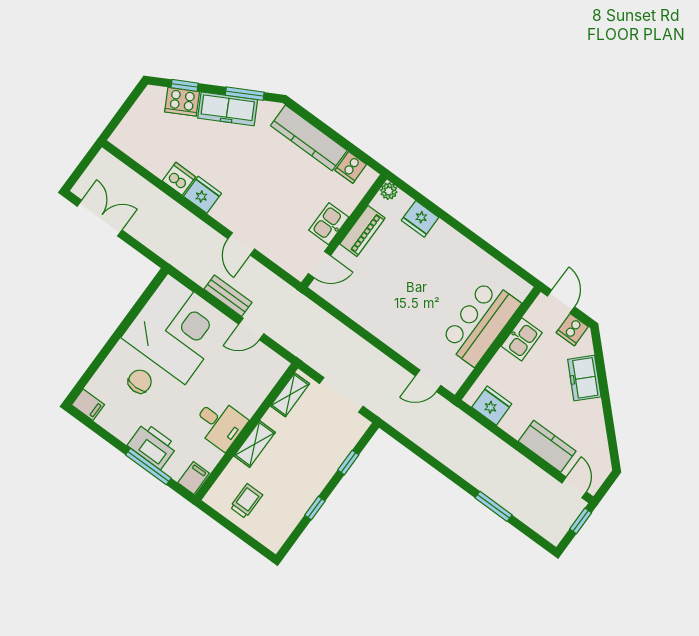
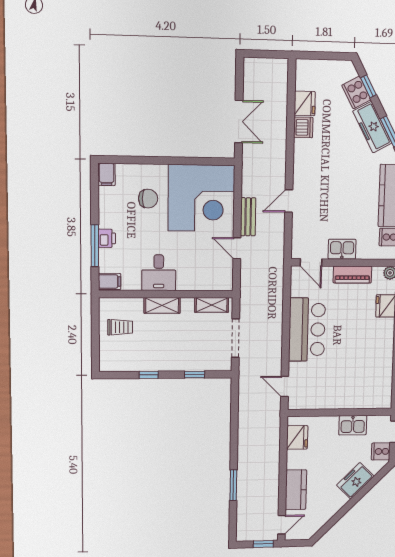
fridge: (203, 195) -> (305, 103), moved
double door: (100, 218) -> (239, 122), moved
bar counter: (480, 322) -> (307, 330), moved, turned 90
printer: (152, 446) -> (107, 238), width x0.53, depth x0.68

